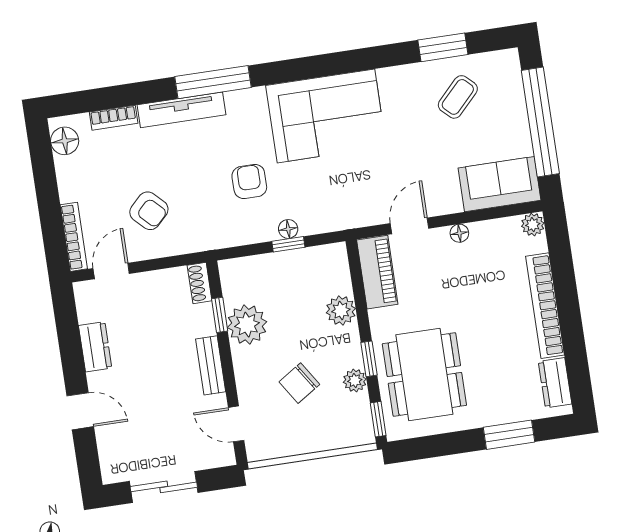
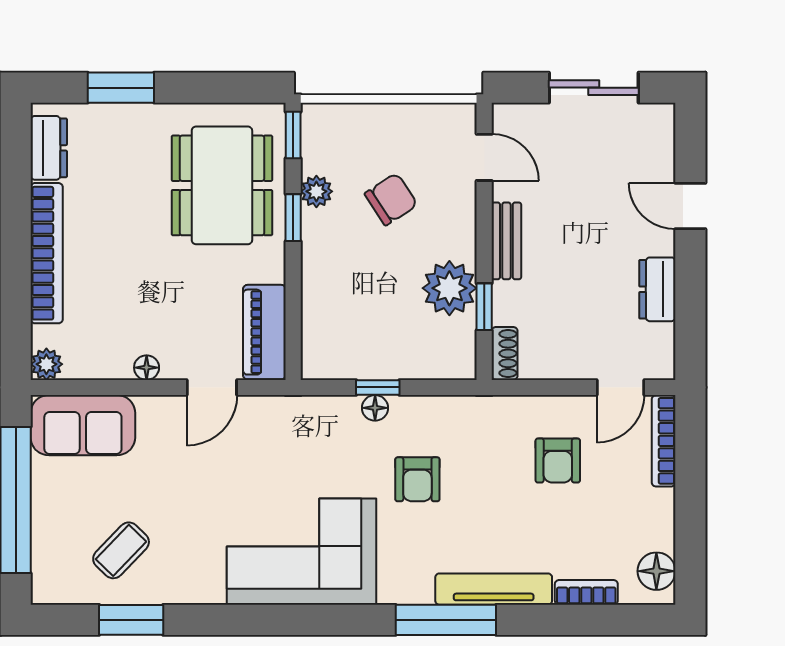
armchair: (149, 211) -> (558, 461), turned -135
plant: (341, 311) -> (321, 288), removed

